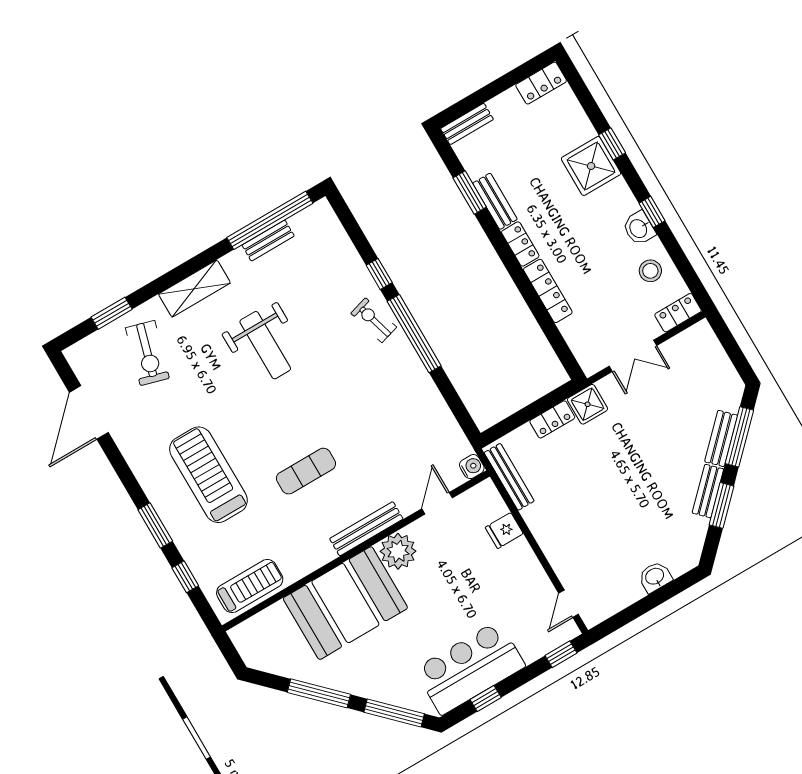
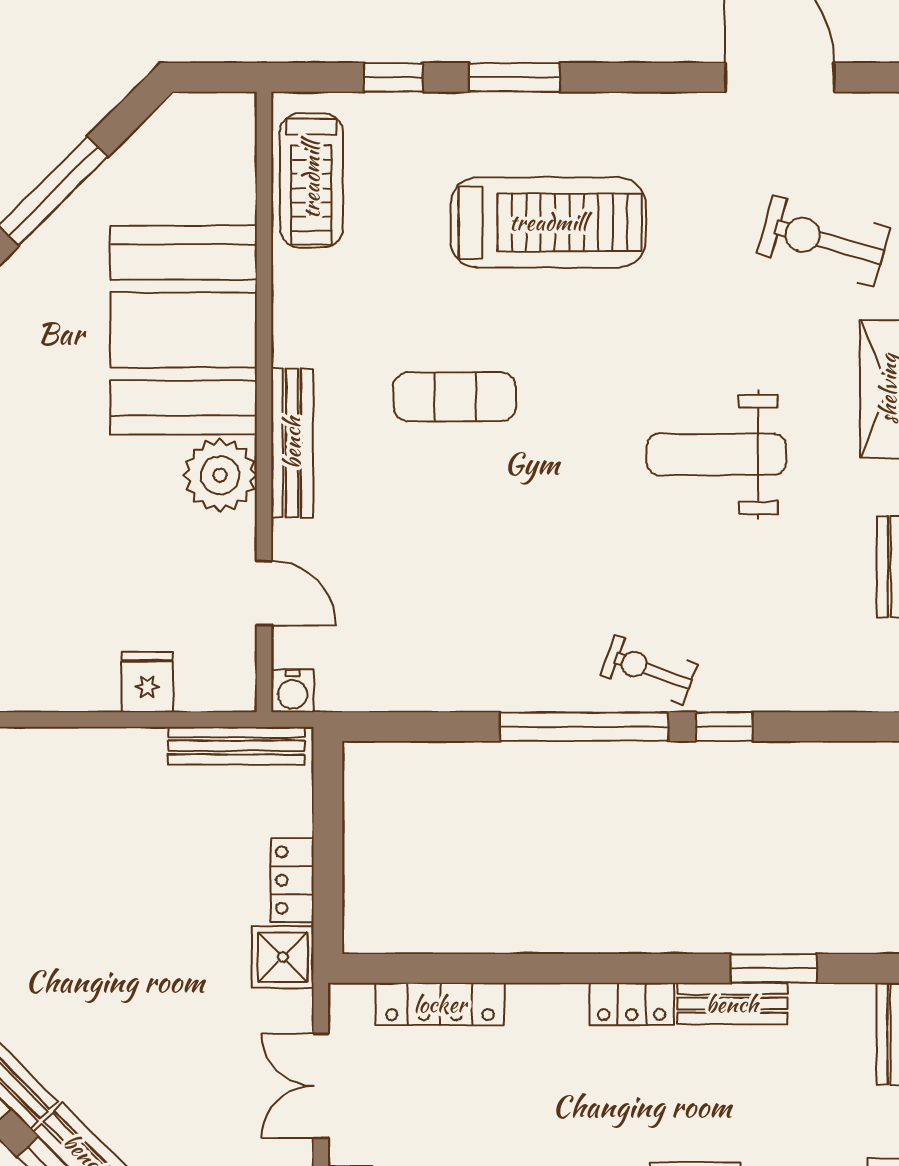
locker: (548, 291) -> (440, 1004), moved
exercise bike: (374, 320) -> (649, 670), turned -144
exercise mat: (306, 471) -> (455, 397), turned 90

